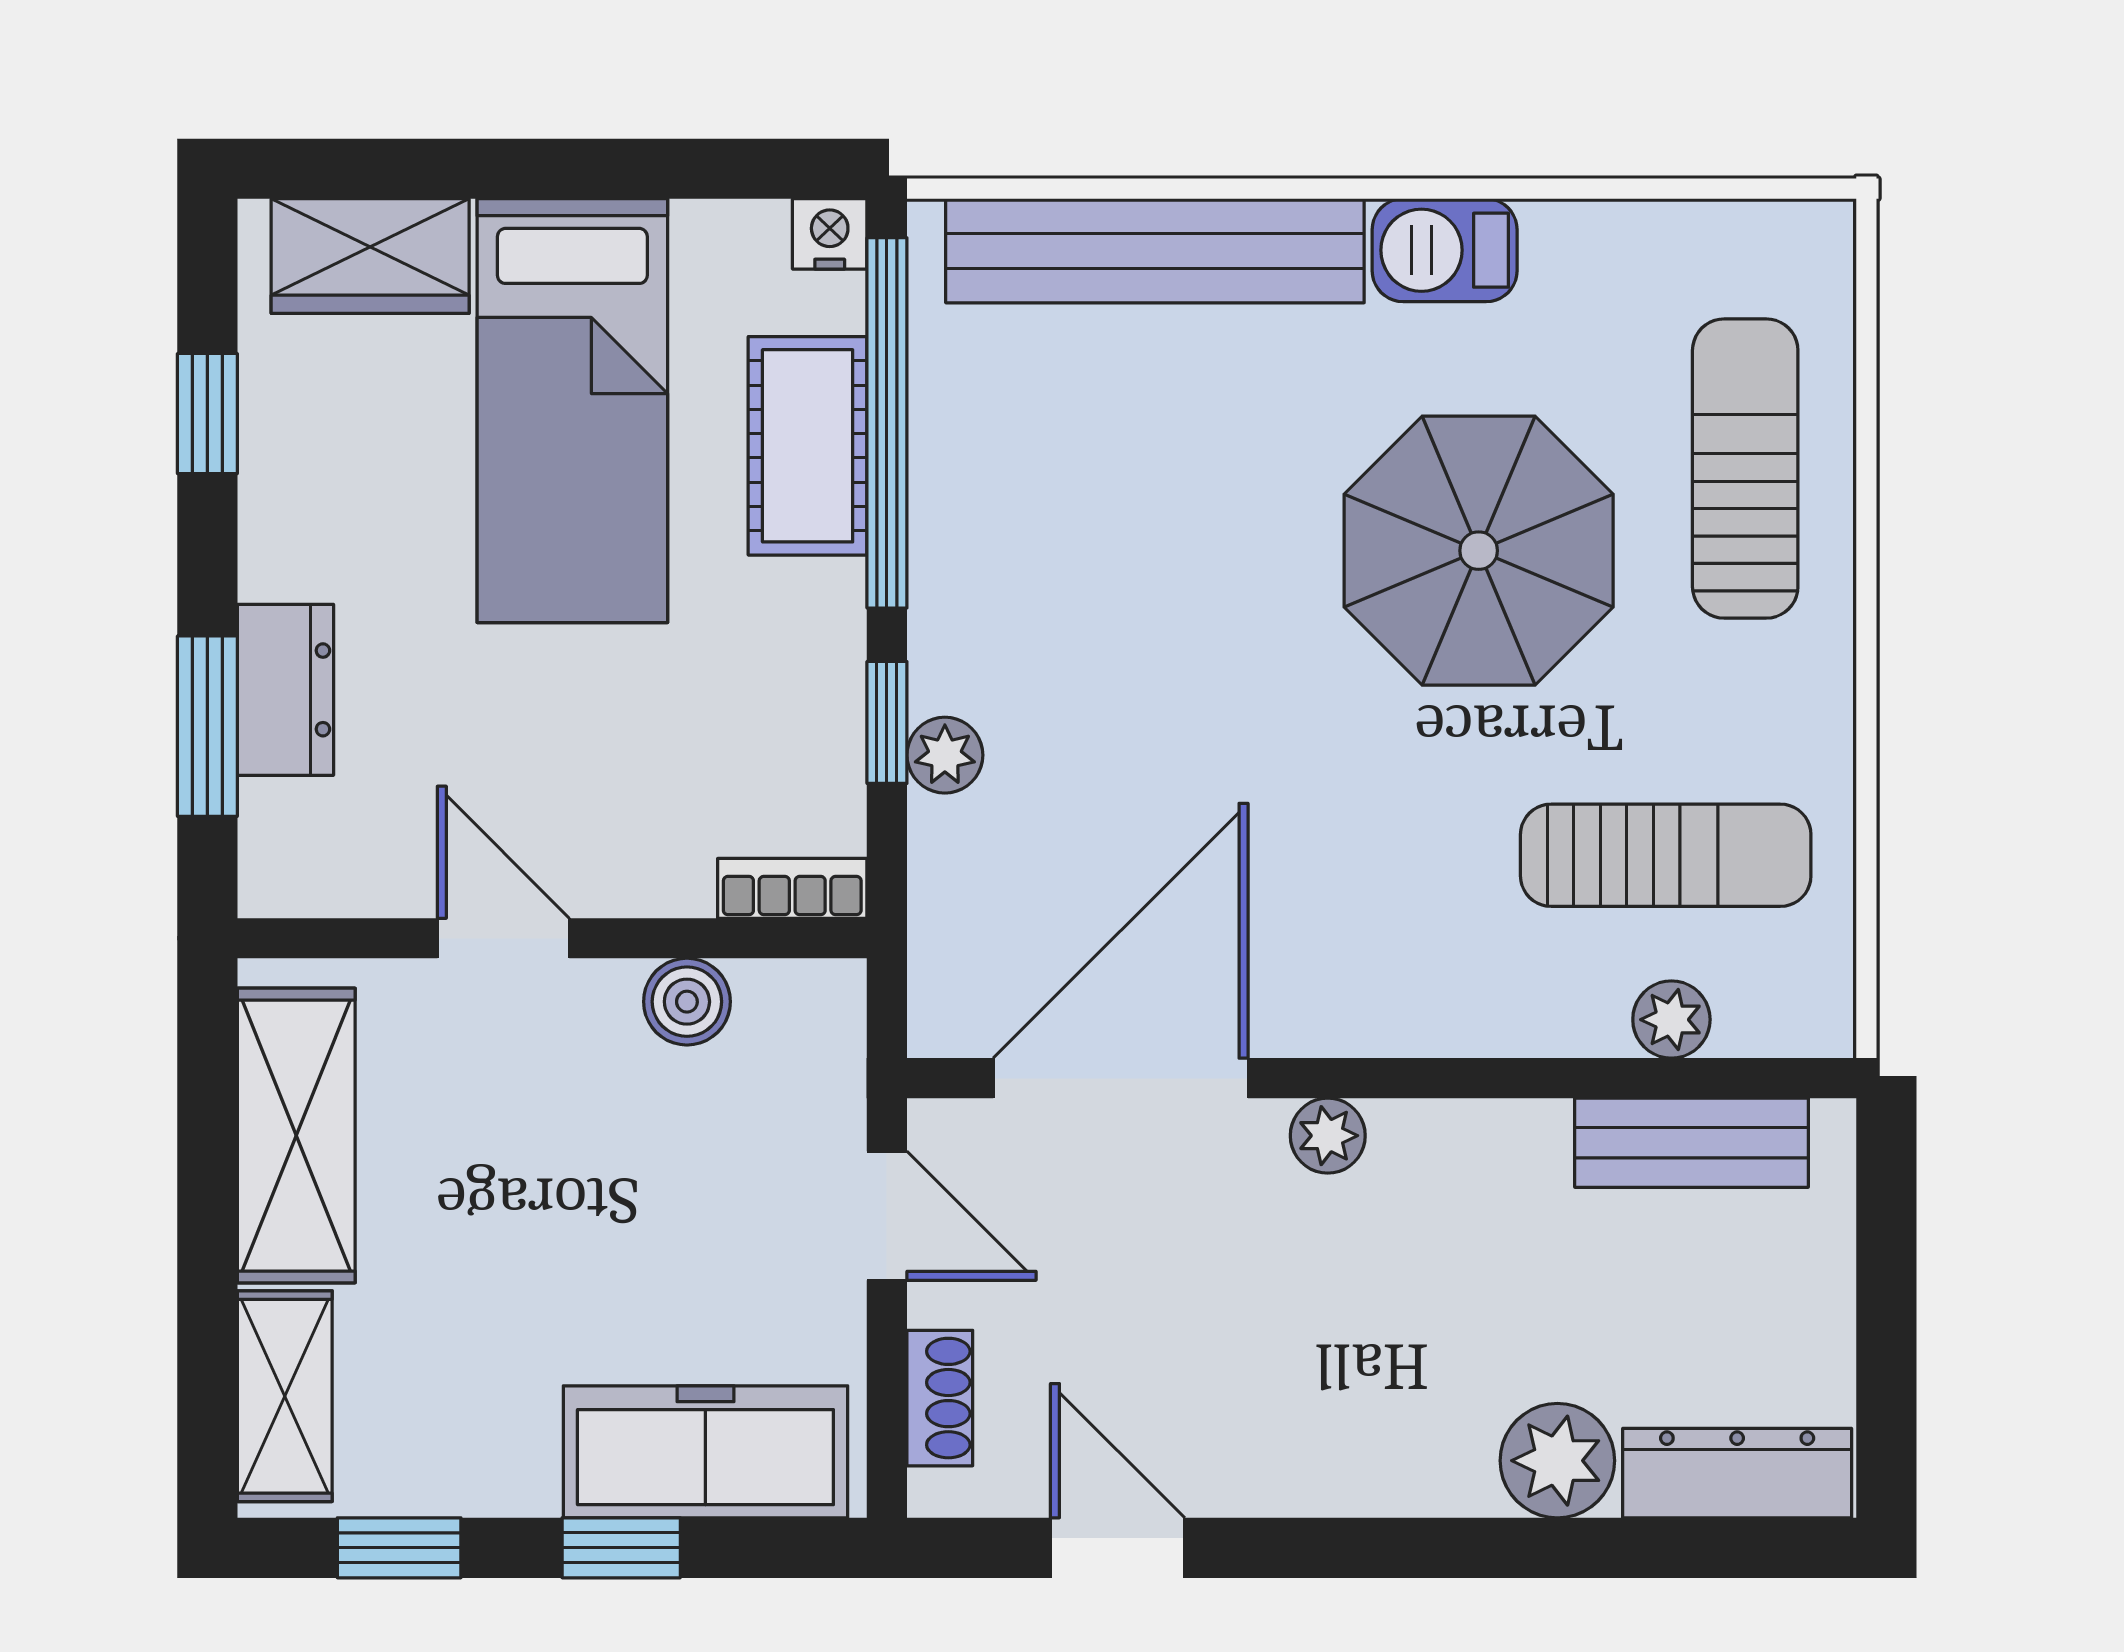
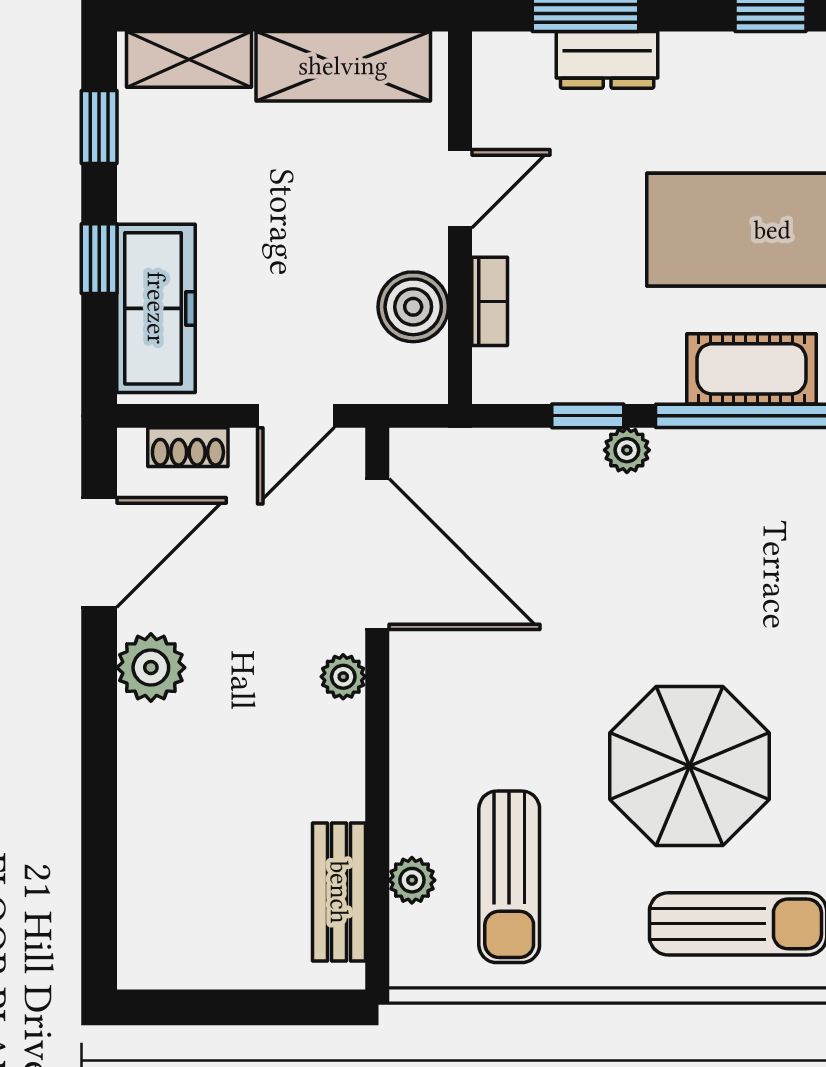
plant: (945, 755) -> (627, 450), moved
bookcase: (792, 888) -> (490, 301), moved
boiler: (687, 1002) -> (413, 307), width x1.36, depth x1.36
plant: (1557, 1461) -> (151, 668), moved
dresser: (1737, 1473) -> (143, 919), removed
door: (1118, 1548) -> (99, 552), width x1.38

